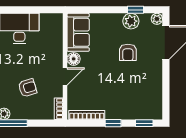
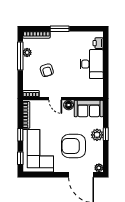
window: (135, 10) -> (106, 134), moved
plant: (131, 21) -> (97, 135), moved
armchair: (128, 52) -> (74, 146), width x1.88, depth x1.88
corner sofa: (134, 99) -> (38, 151), added

